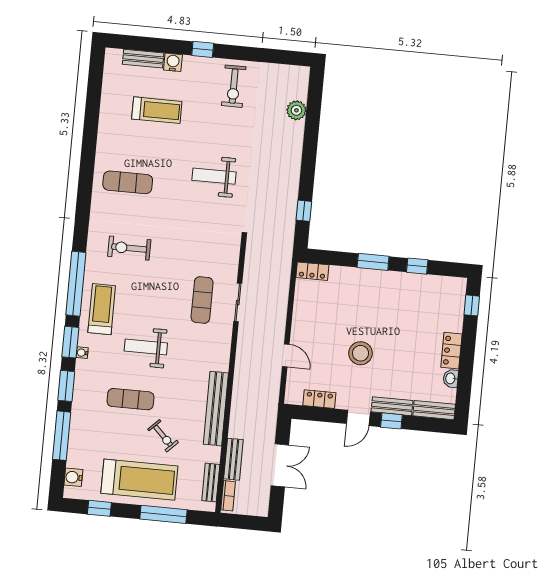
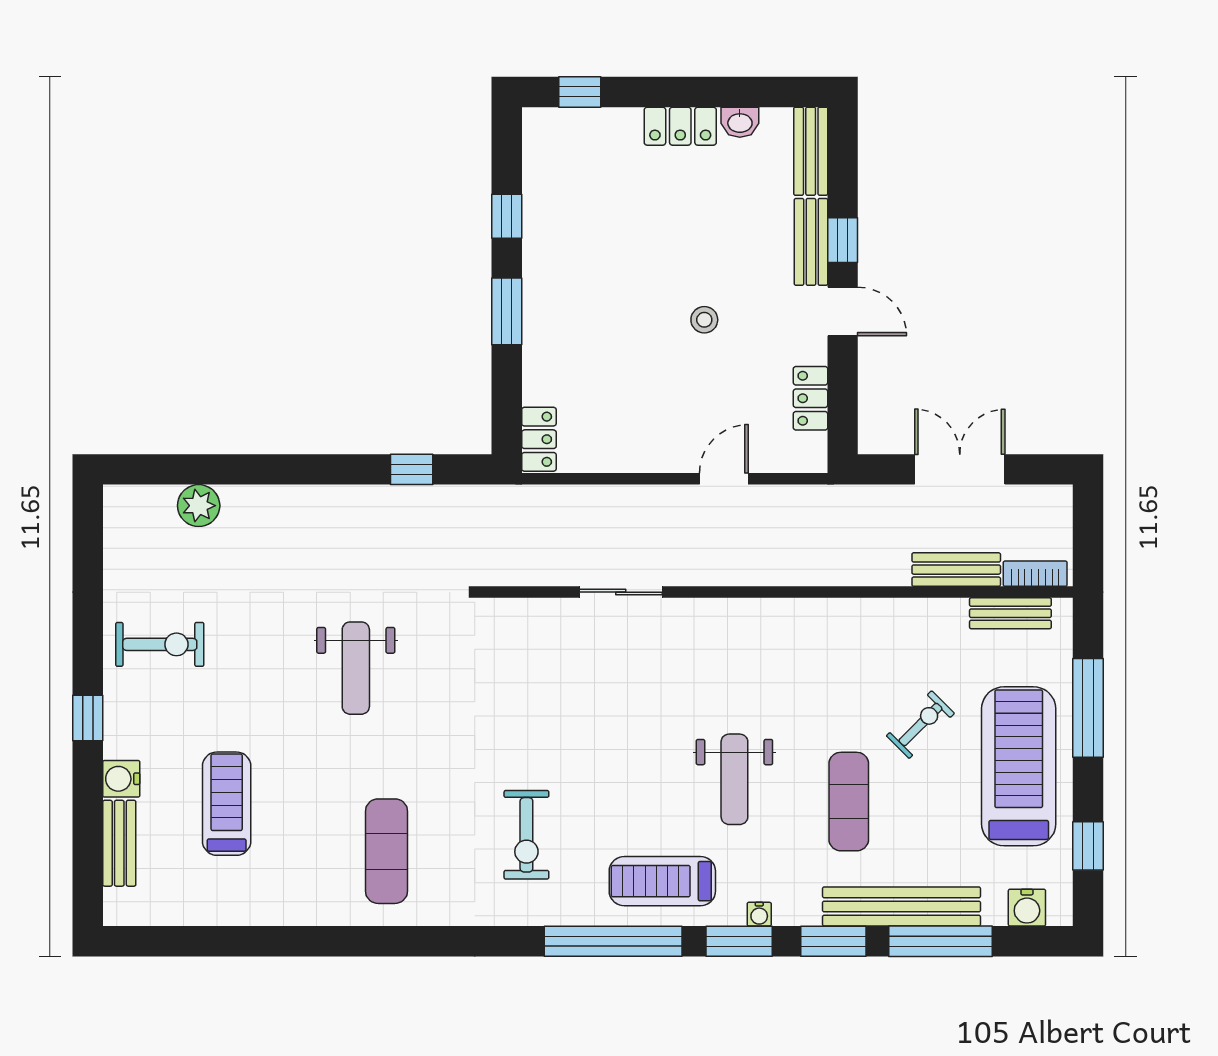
exercise mat: (202, 300) -> (623, 669), removed
stool: (361, 353) -> (704, 320), width x0.53, depth x0.53
bench: (216, 409) -> (902, 906), moved

